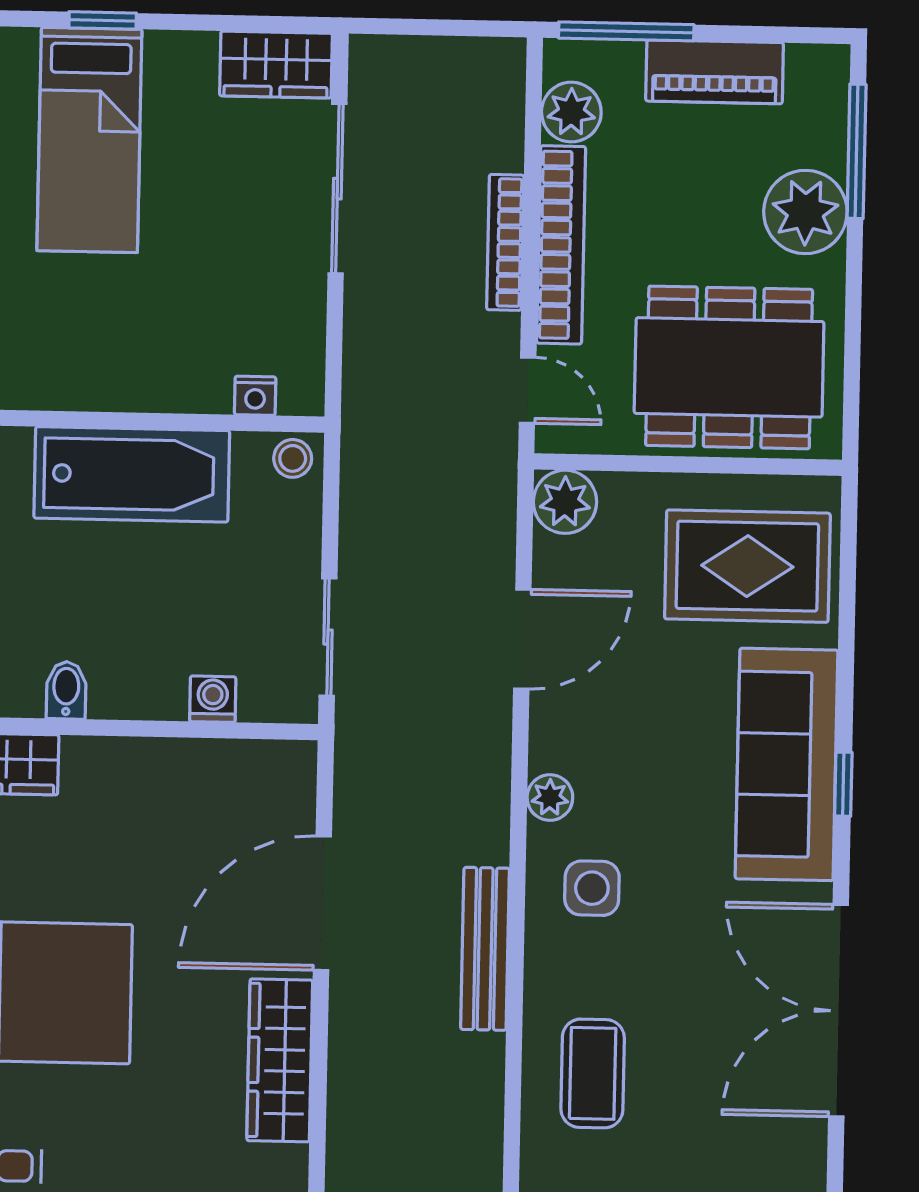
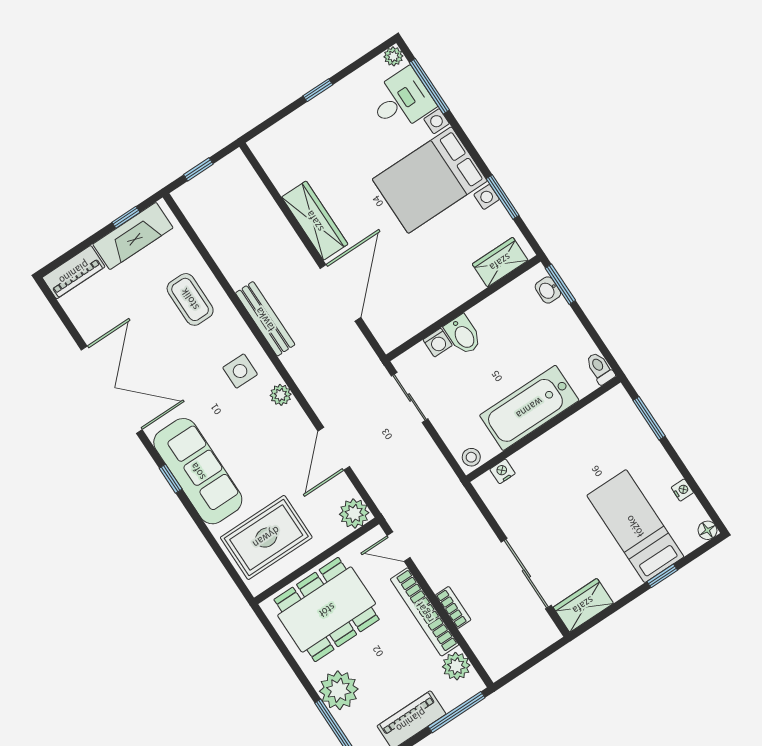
bookcase: (505, 242) -> (453, 607), width x0.64
bidet: (66, 690) -> (463, 335), moved, width x1.38, depth x1.36

